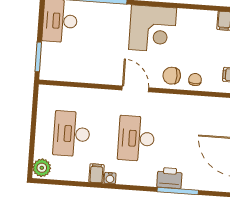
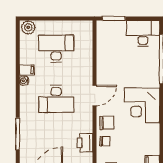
chair: (172, 76) -> (107, 123), turned 89
desk: (136, 138) -> (56, 99), turned 180
printer: (169, 178) -> (85, 143), moved, turned 180

